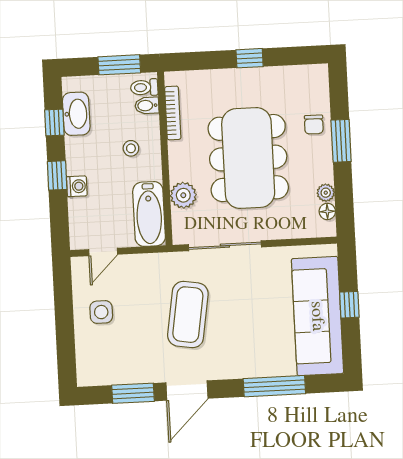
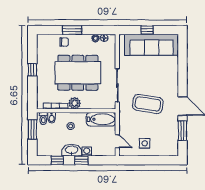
washbasin: (76, 114) -> (72, 150), moved
plant: (183, 195) -> (75, 103), moved
window: (274, 386) -> (182, 66), removed

